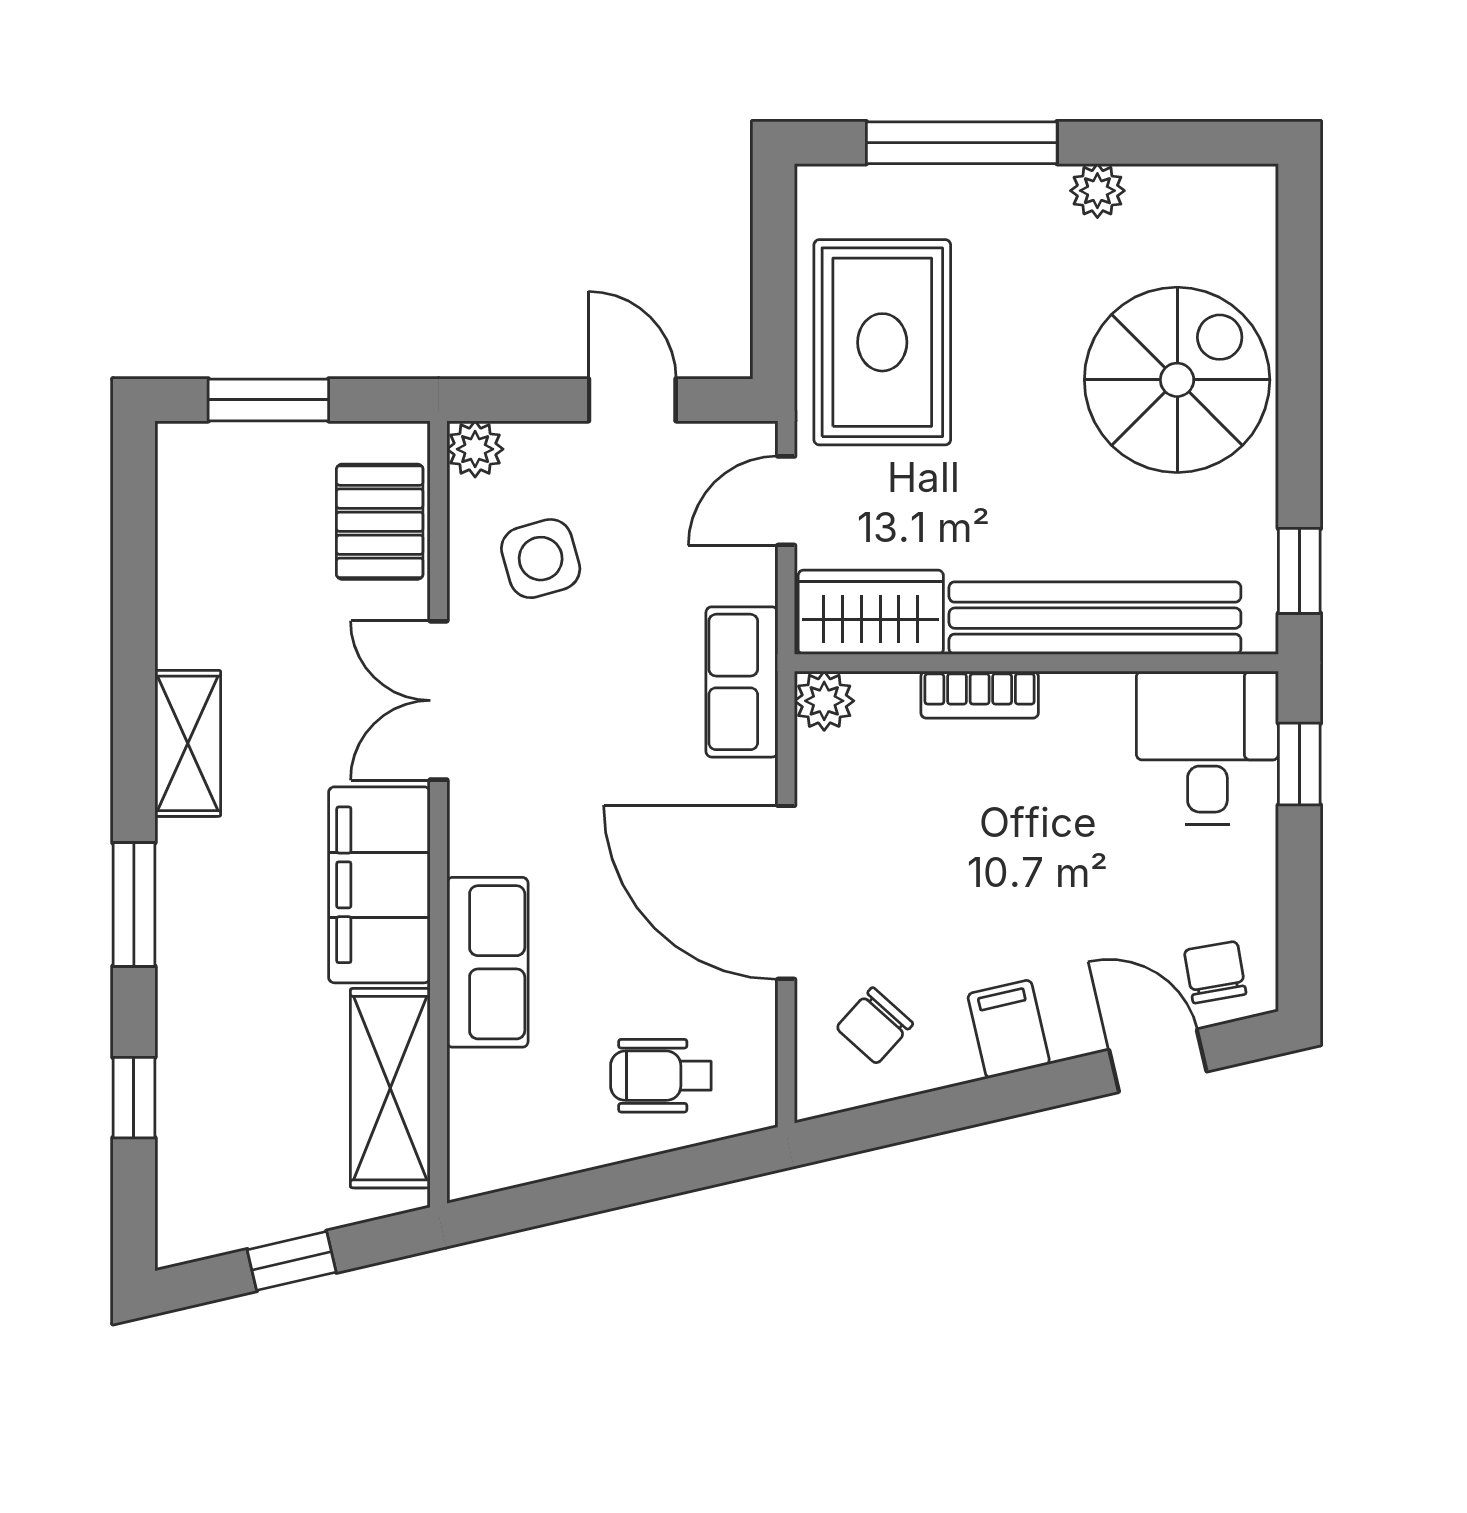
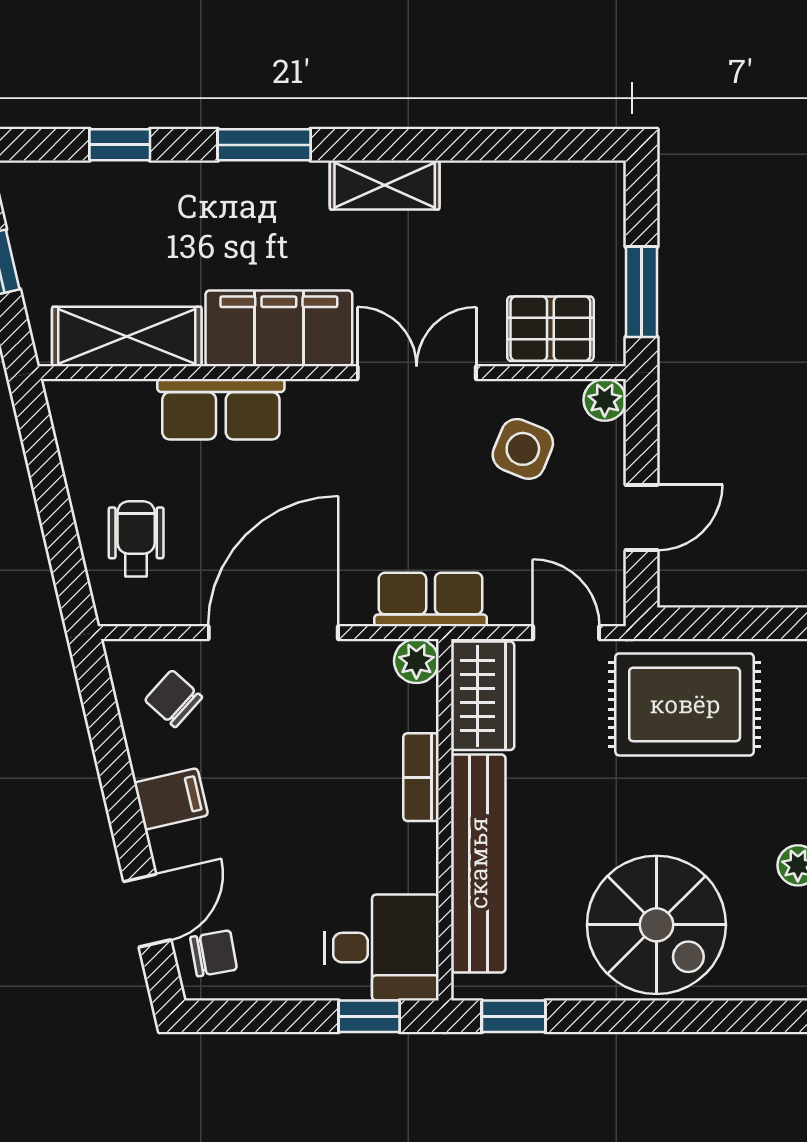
window: (268, 400) -> (641, 292), moved
side table: (541, 559) -> (523, 449), turned 38

